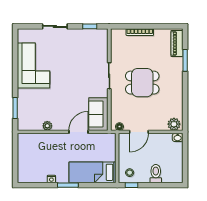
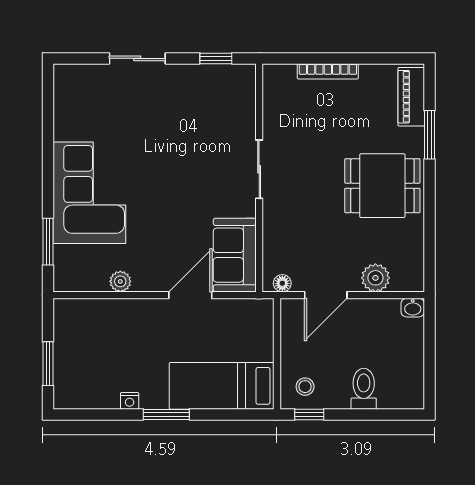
corner sofa: (34, 66) -> (89, 193), moved
dining table: (142, 83) -> (382, 186), moved
plant: (174, 124) -> (375, 278), moved
window: (15, 162) -> (48, 364), added

